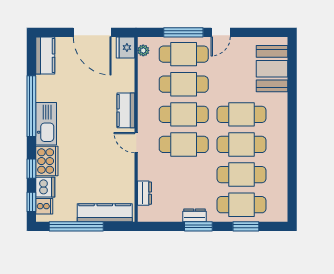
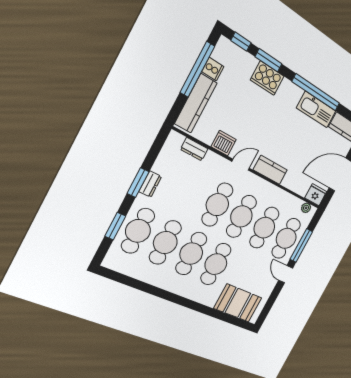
kitchen sink: (46, 124) -> (316, 110), moved
window: (31, 169) -> (269, 60), width x1.50
dishwasher: (45, 187) -> (224, 143), moved, turned 180
cooker: (44, 206) -> (213, 69), moved, turned -90

